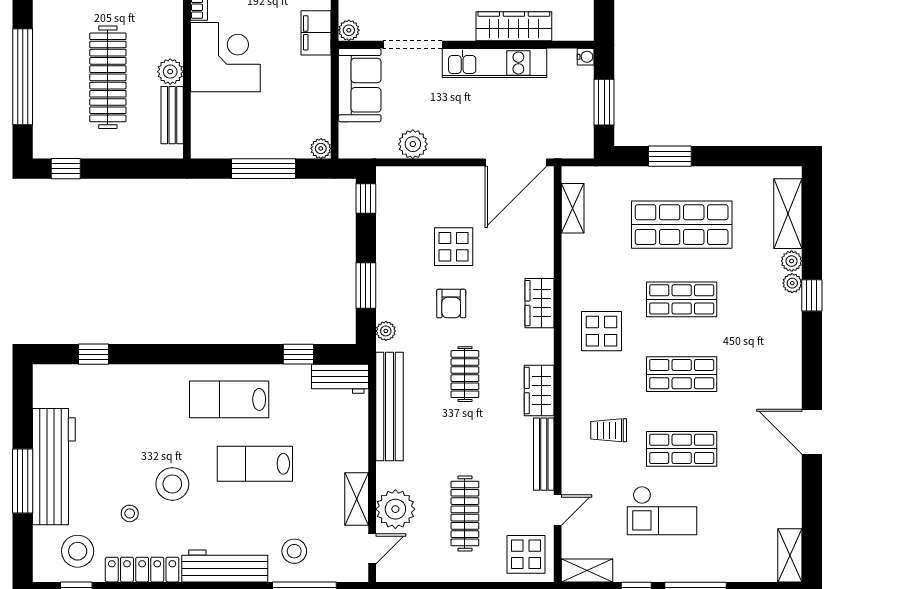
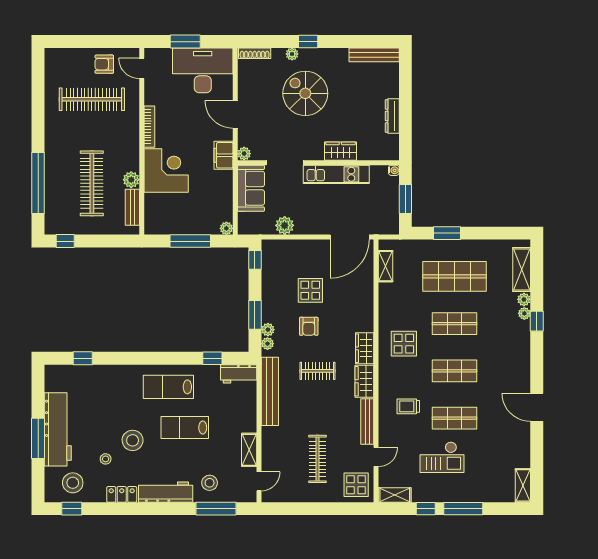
wardrobe: (514, 26) -> (340, 151), width x0.67
wardrobe: (540, 303) -> (365, 348), moved
clothes rail: (465, 374) -> (317, 371), turned 90
plant: (395, 509) -> (268, 330), moved, width x0.53, depth x0.53
locker: (142, 570) -> (122, 494), width x0.66

